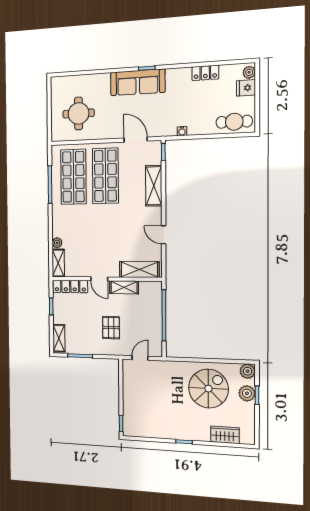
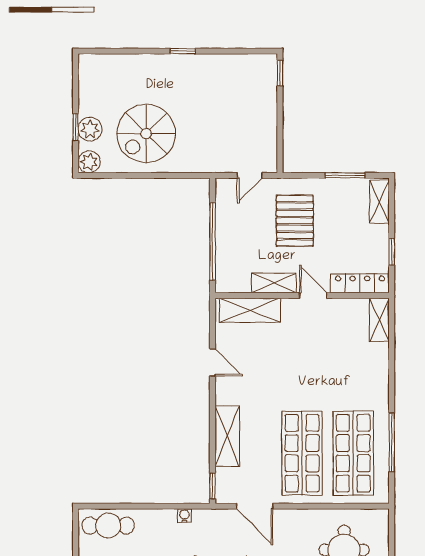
plant: (57, 243) -> (381, 352), removed
pallet: (111, 328) -> (295, 221), width x1.50, depth x1.42
wardrobe: (225, 435) -> (122, 66), removed

